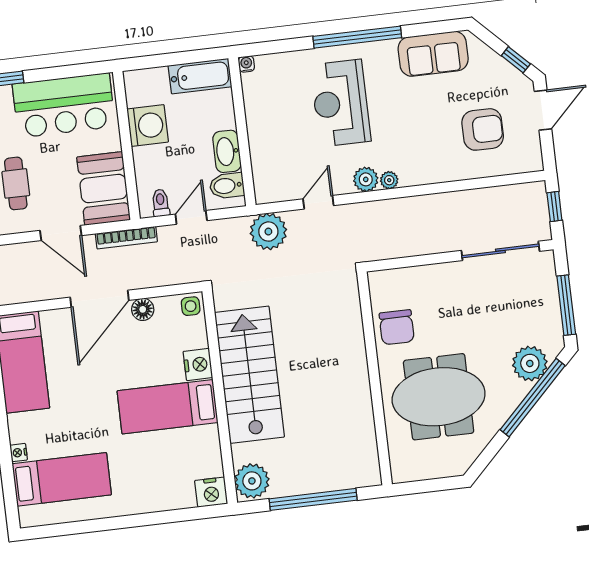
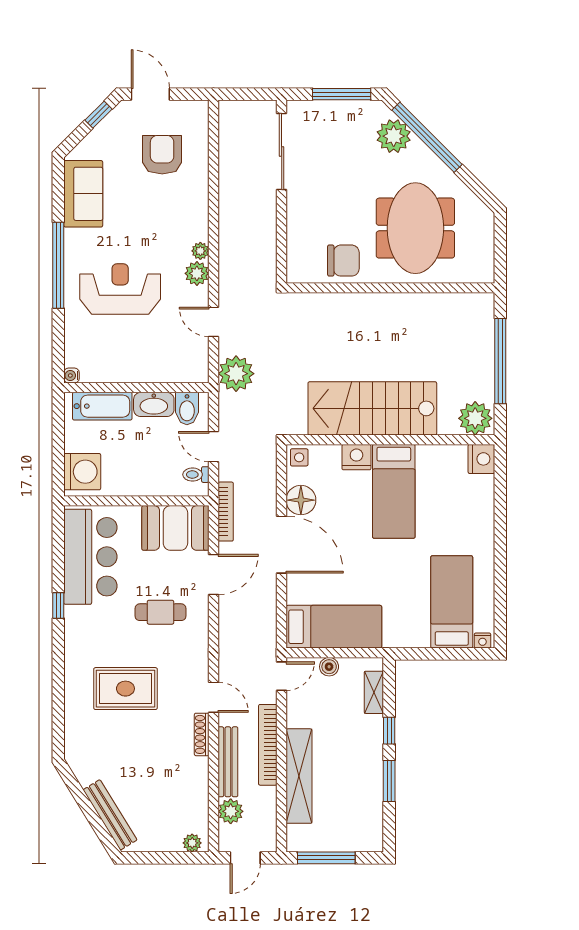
bathtub: (200, 76) -> (102, 406), moved, turned 90
reception desk: (340, 103) -> (120, 289), turned 180
washing machine: (148, 125) -> (82, 472), moved, turned 90
window: (554, 206) -> (245, 94), removed
floor lamp: (143, 309) -> (301, 500), width x1.38, depth x1.38
nightstand: (19, 453) -> (482, 641), moved

